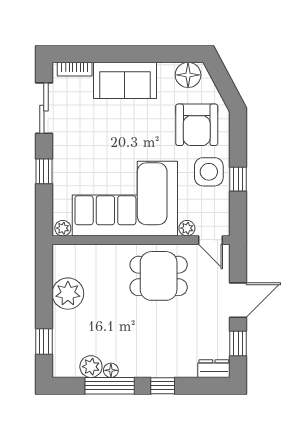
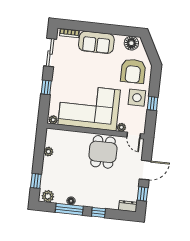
dining table: (159, 276) -> (103, 152), turned 90
plant: (68, 294) -> (48, 152), width x0.53, depth x0.53
plant: (91, 367) -> (48, 196), moved

